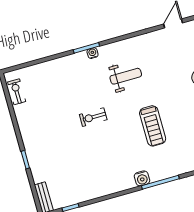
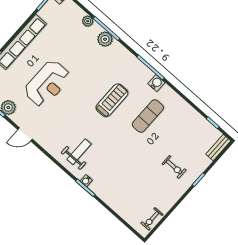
weight bench: (126, 76) -> (79, 152), moved, turned 90
exercise bike: (93, 117) -> (174, 167), moved
exercise mat: (116, 150) -> (148, 116), added

